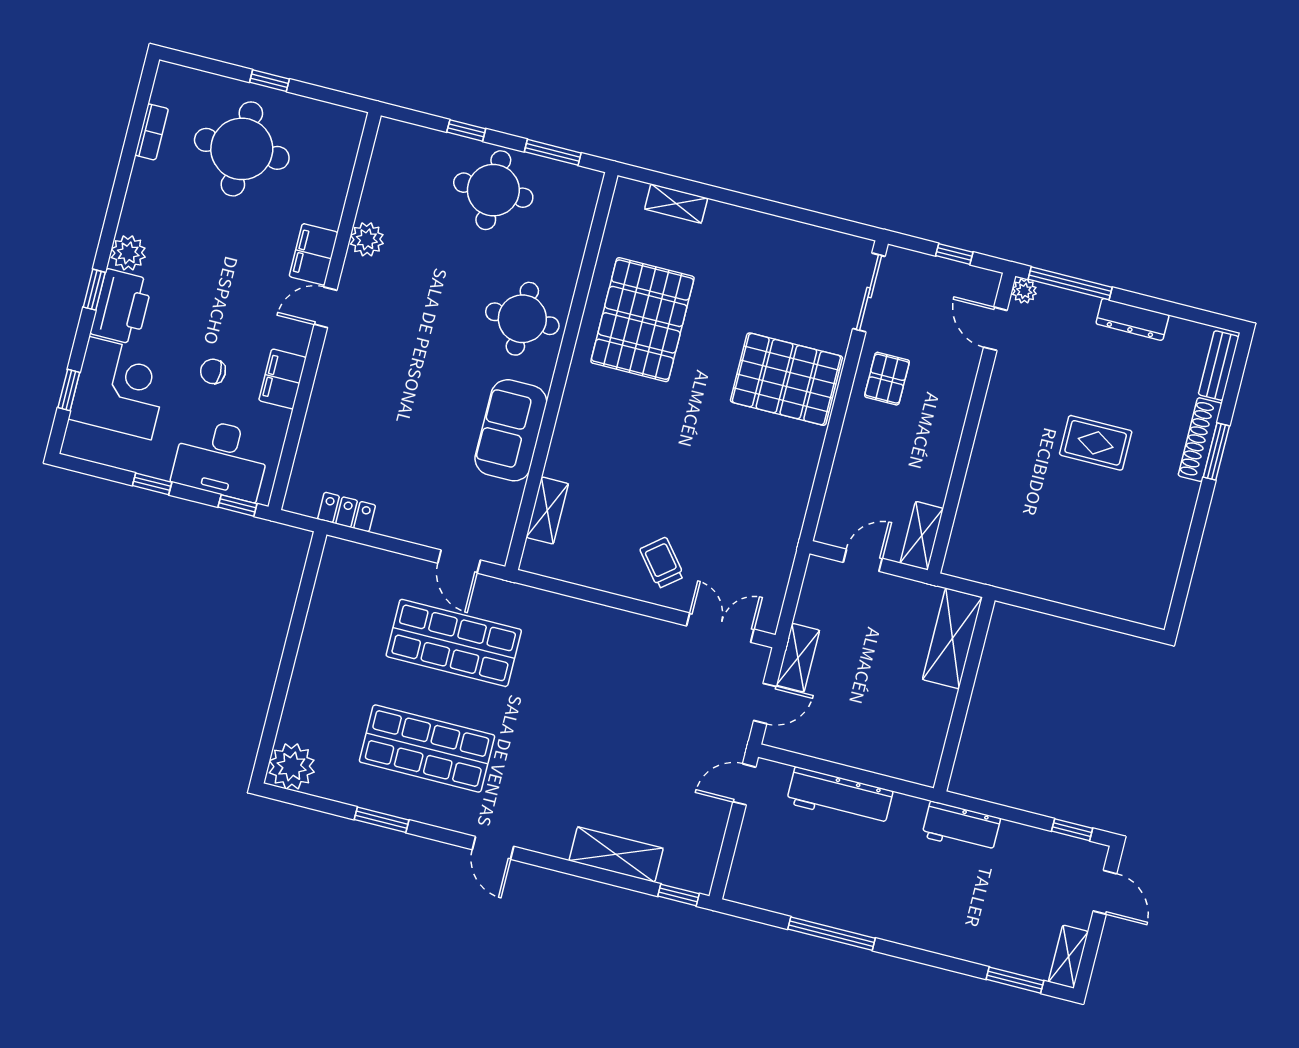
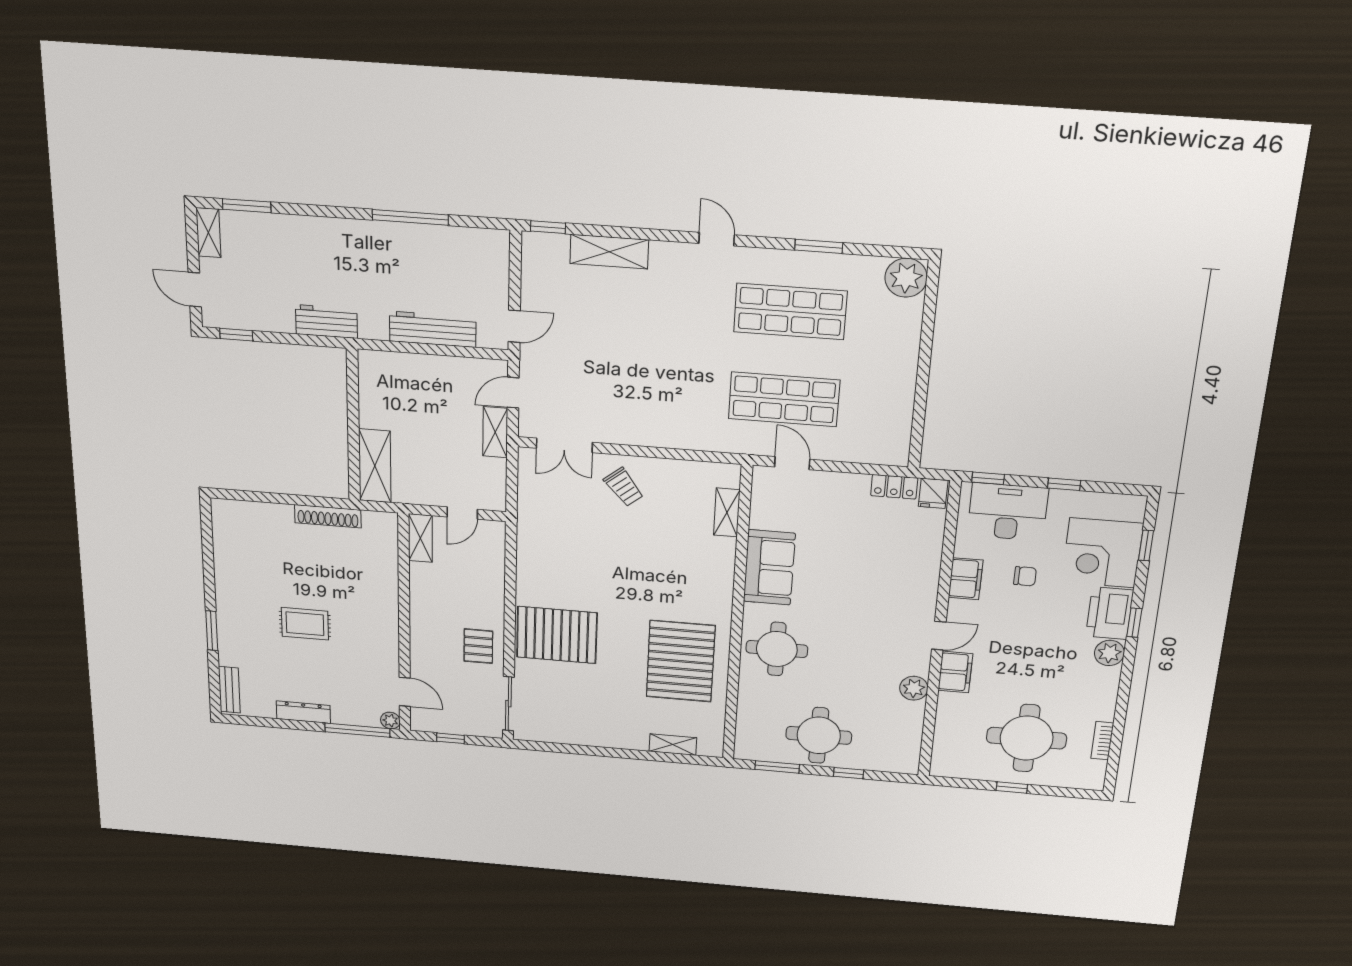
shoe rack: (1200, 440) -> (328, 516), moved, turned 90
fridge: (303, 496) -> (933, 493), added

